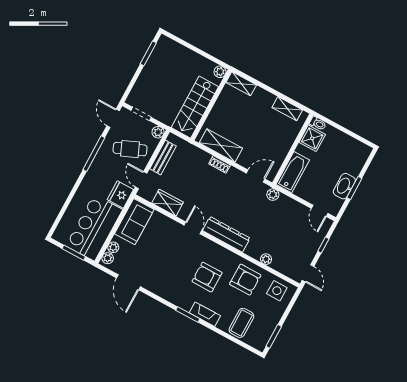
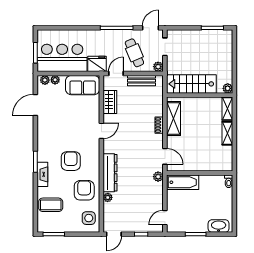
shelving: (287, 109) -> (227, 133), moved
shower: (312, 138) -> (215, 183), removed
washbasin: (344, 186) -> (219, 226), moved
dresser: (226, 234) -> (110, 173), moved
armchair: (245, 280) -> (84, 190), turned 180

